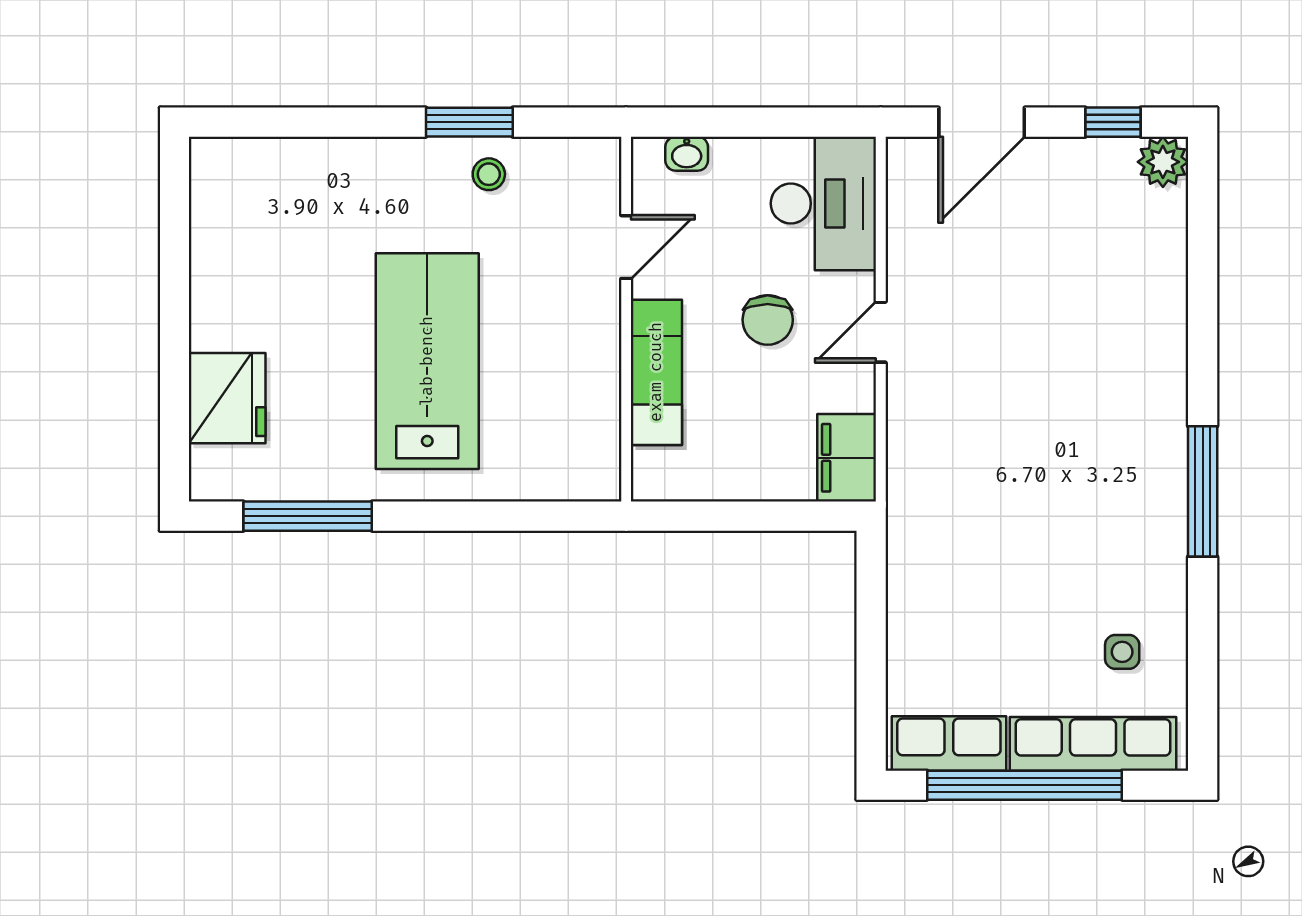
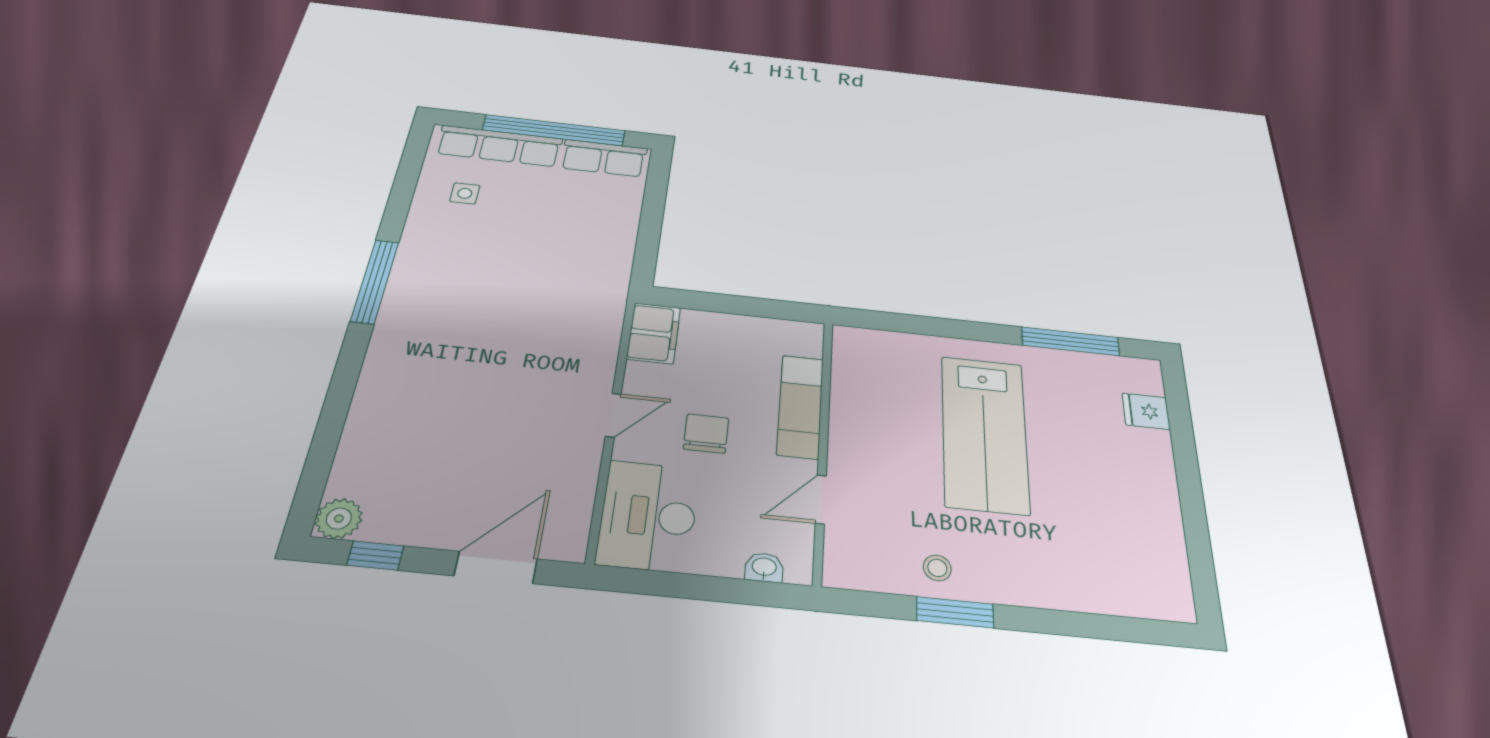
fridge: (227, 398) -> (1146, 411), width x0.53, depth x0.75

